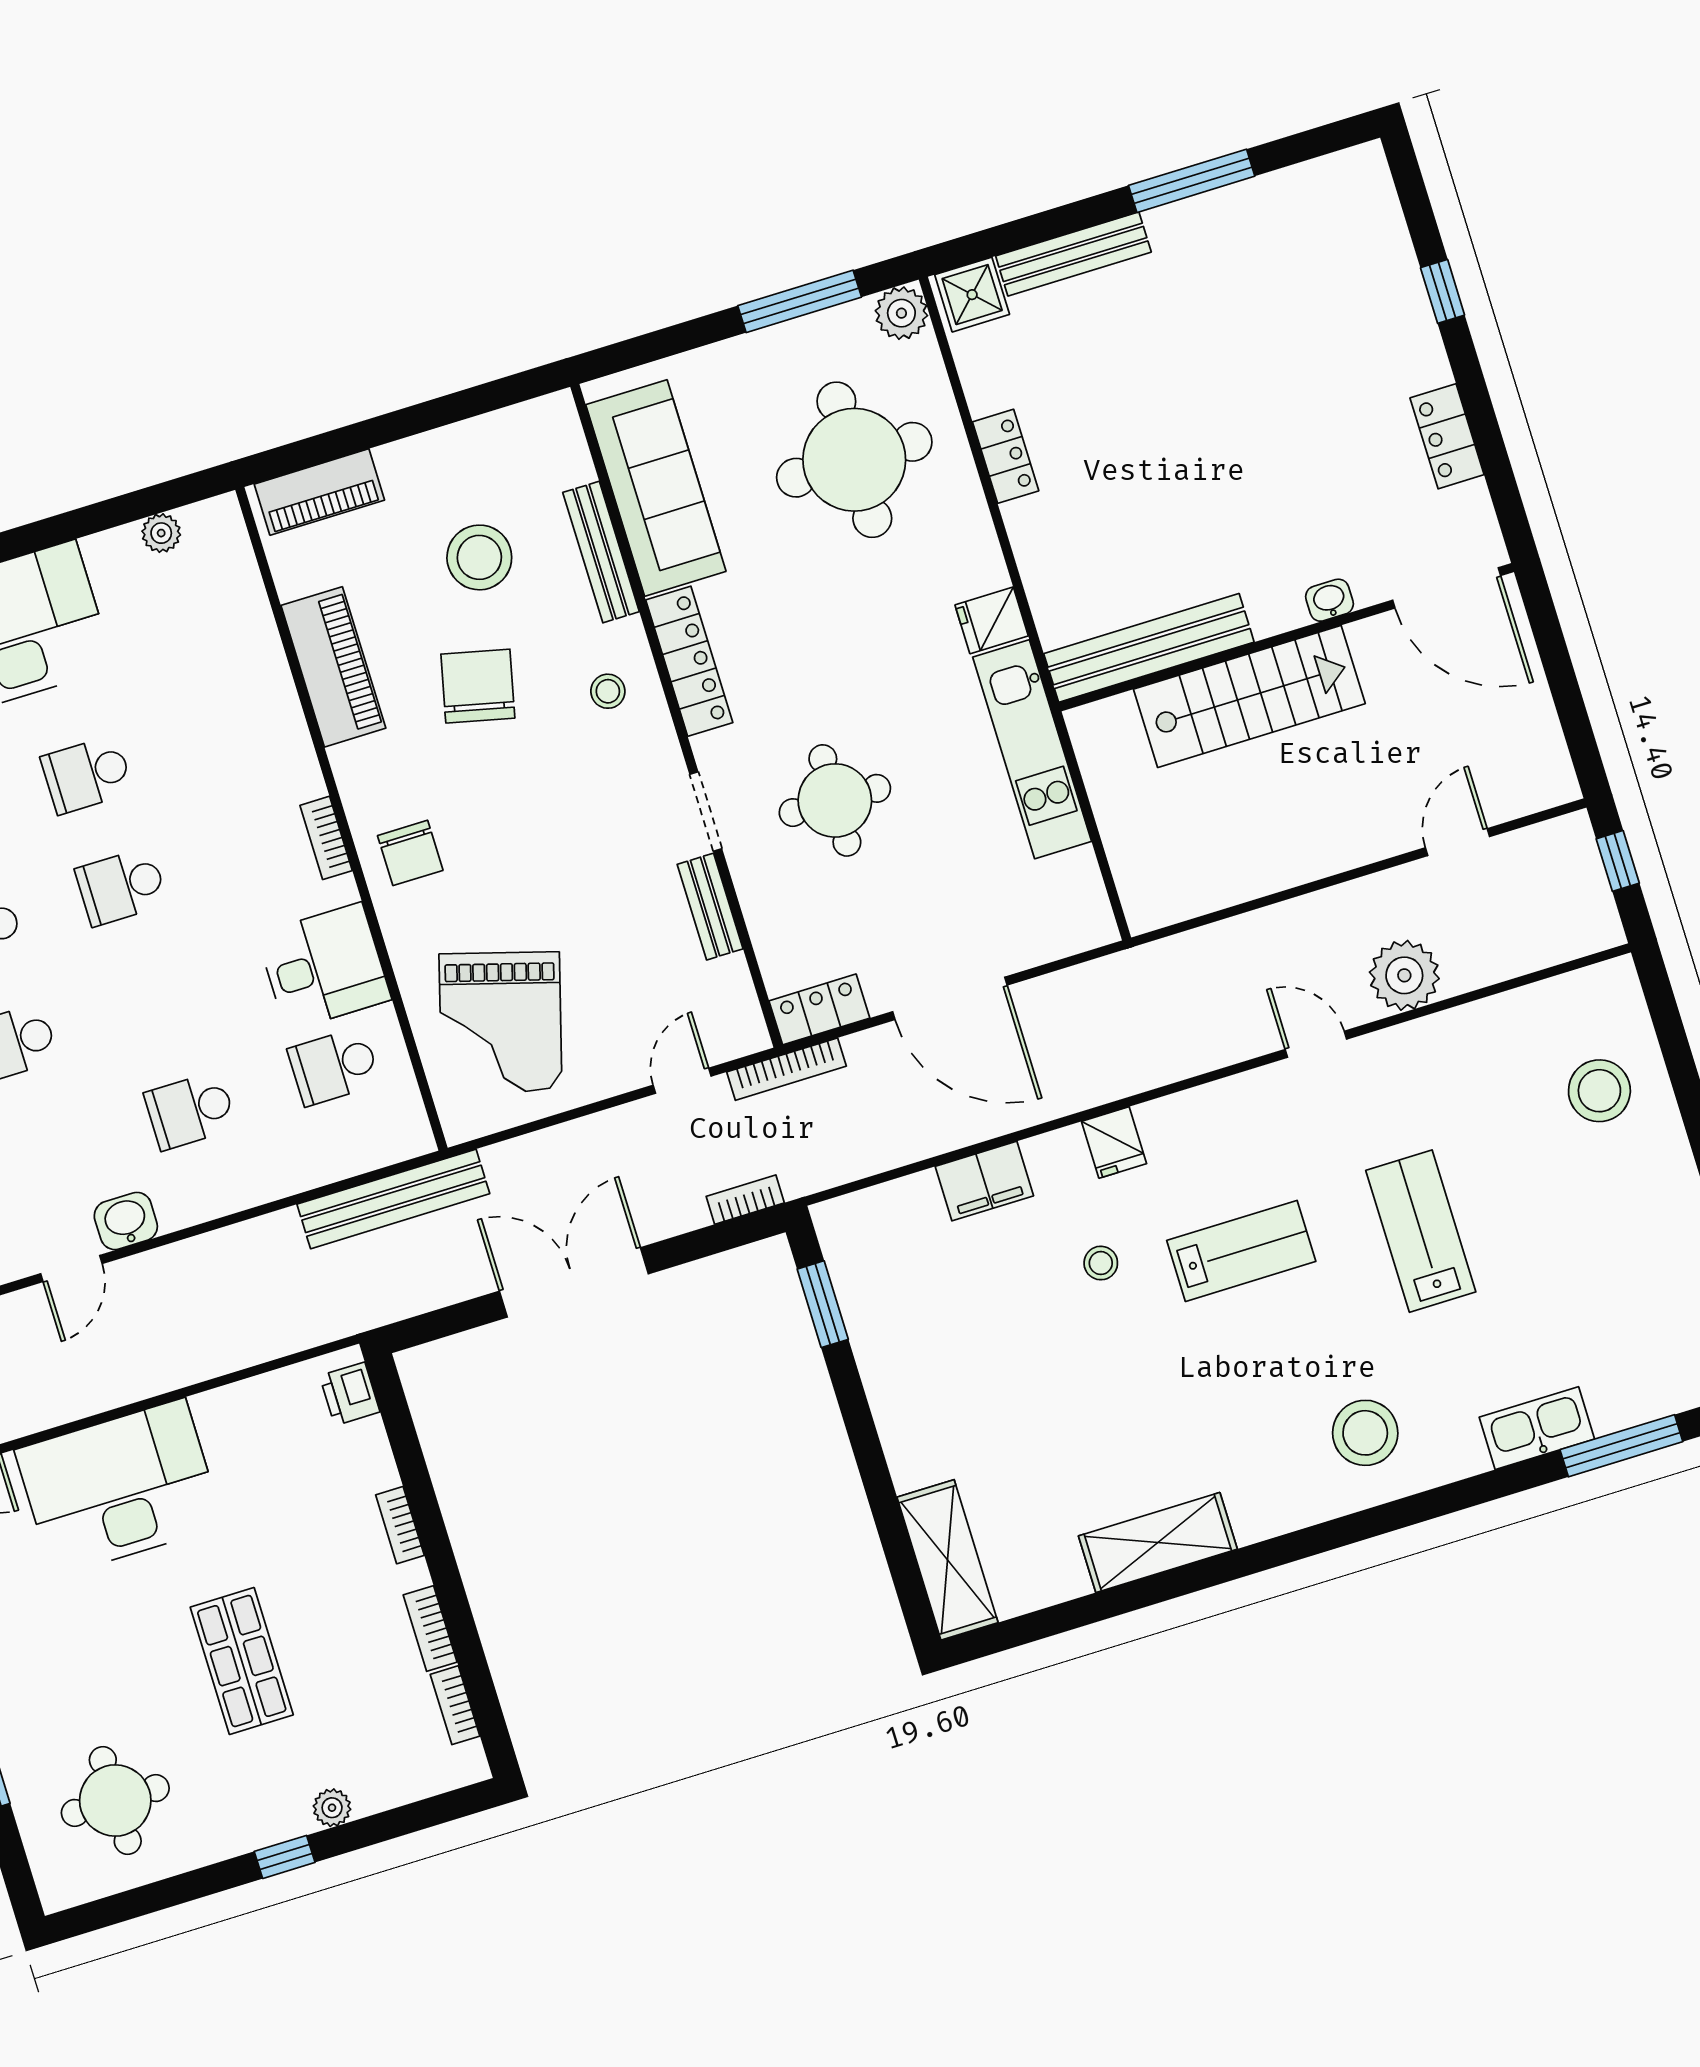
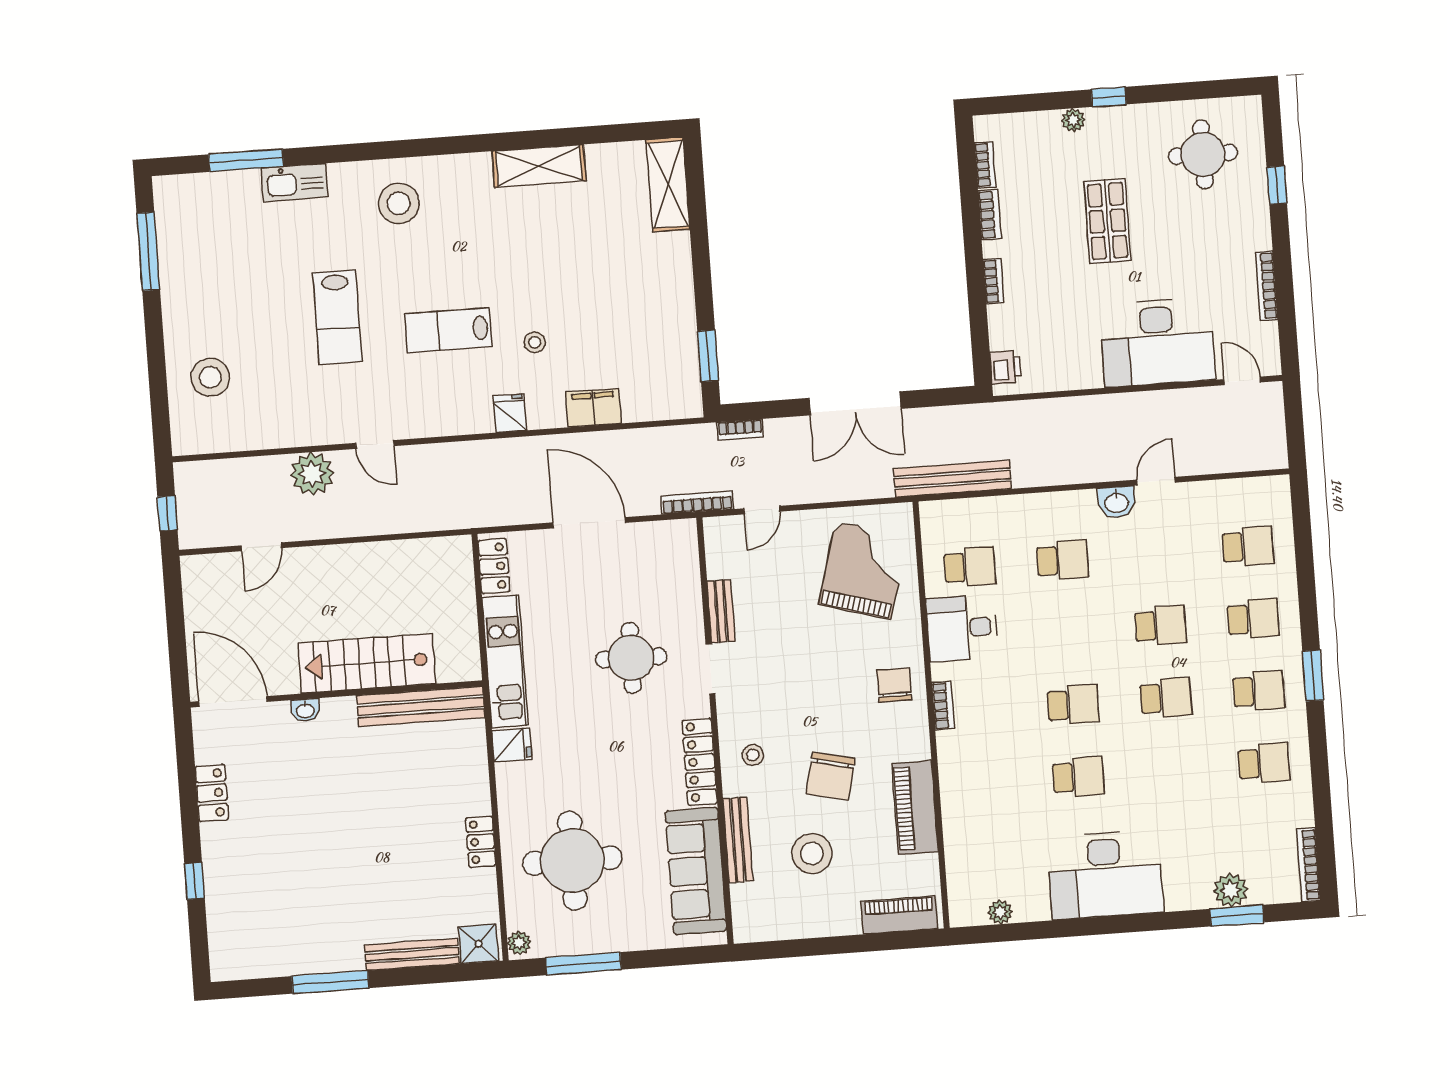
plant: (901, 313) -> (519, 943), width x0.73, depth x0.73
locker: (819, 1009) -> (494, 566), moved, turned -90

